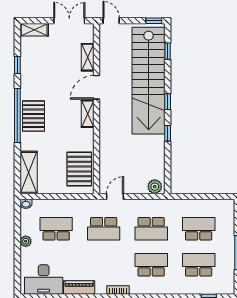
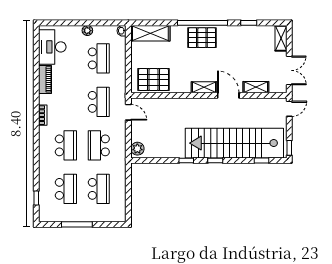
school desk: (104, 229) -> (99, 102), turned 180

